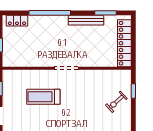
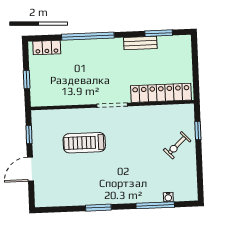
bench: (86, 20) -> (140, 43), width x0.73
locker: (124, 43) -> (161, 93), moved, turned 90

